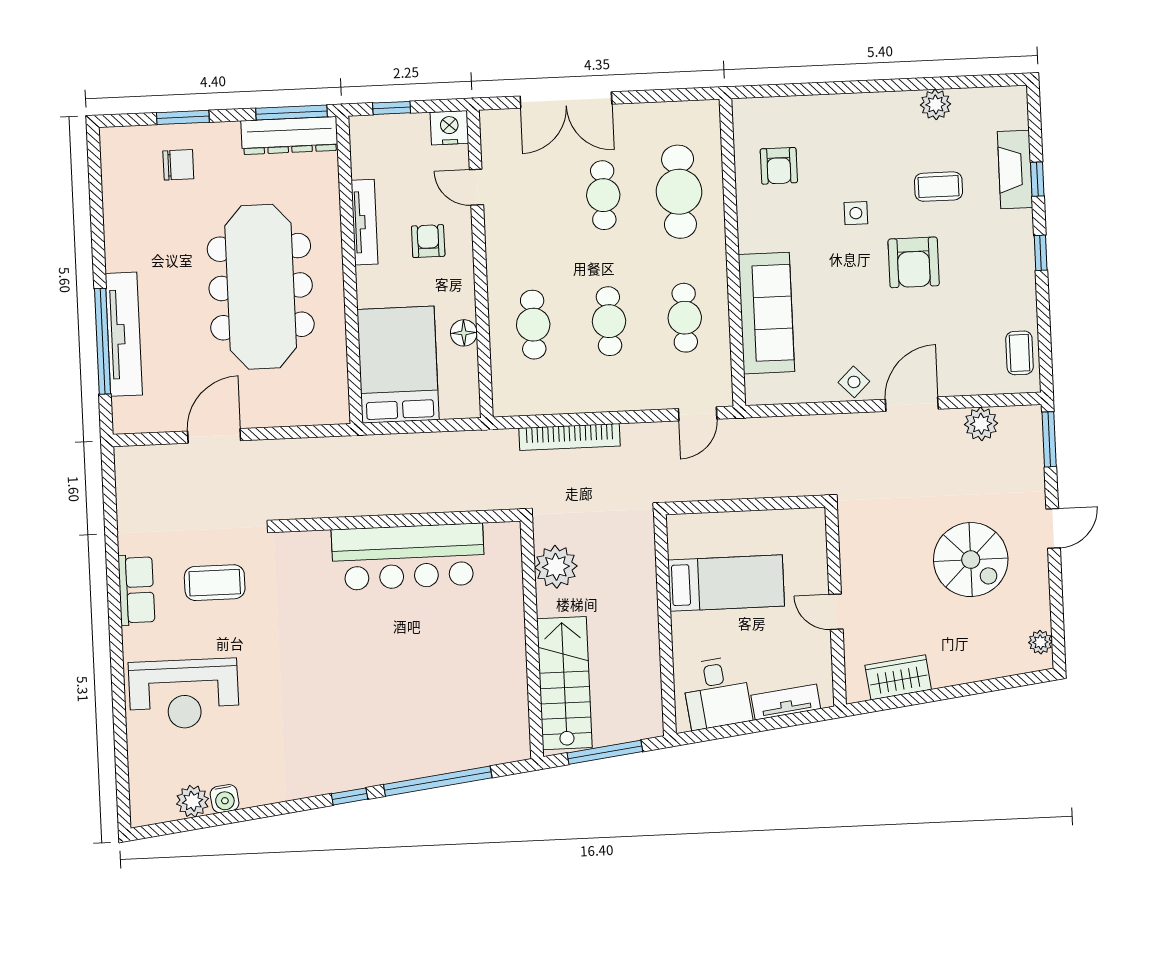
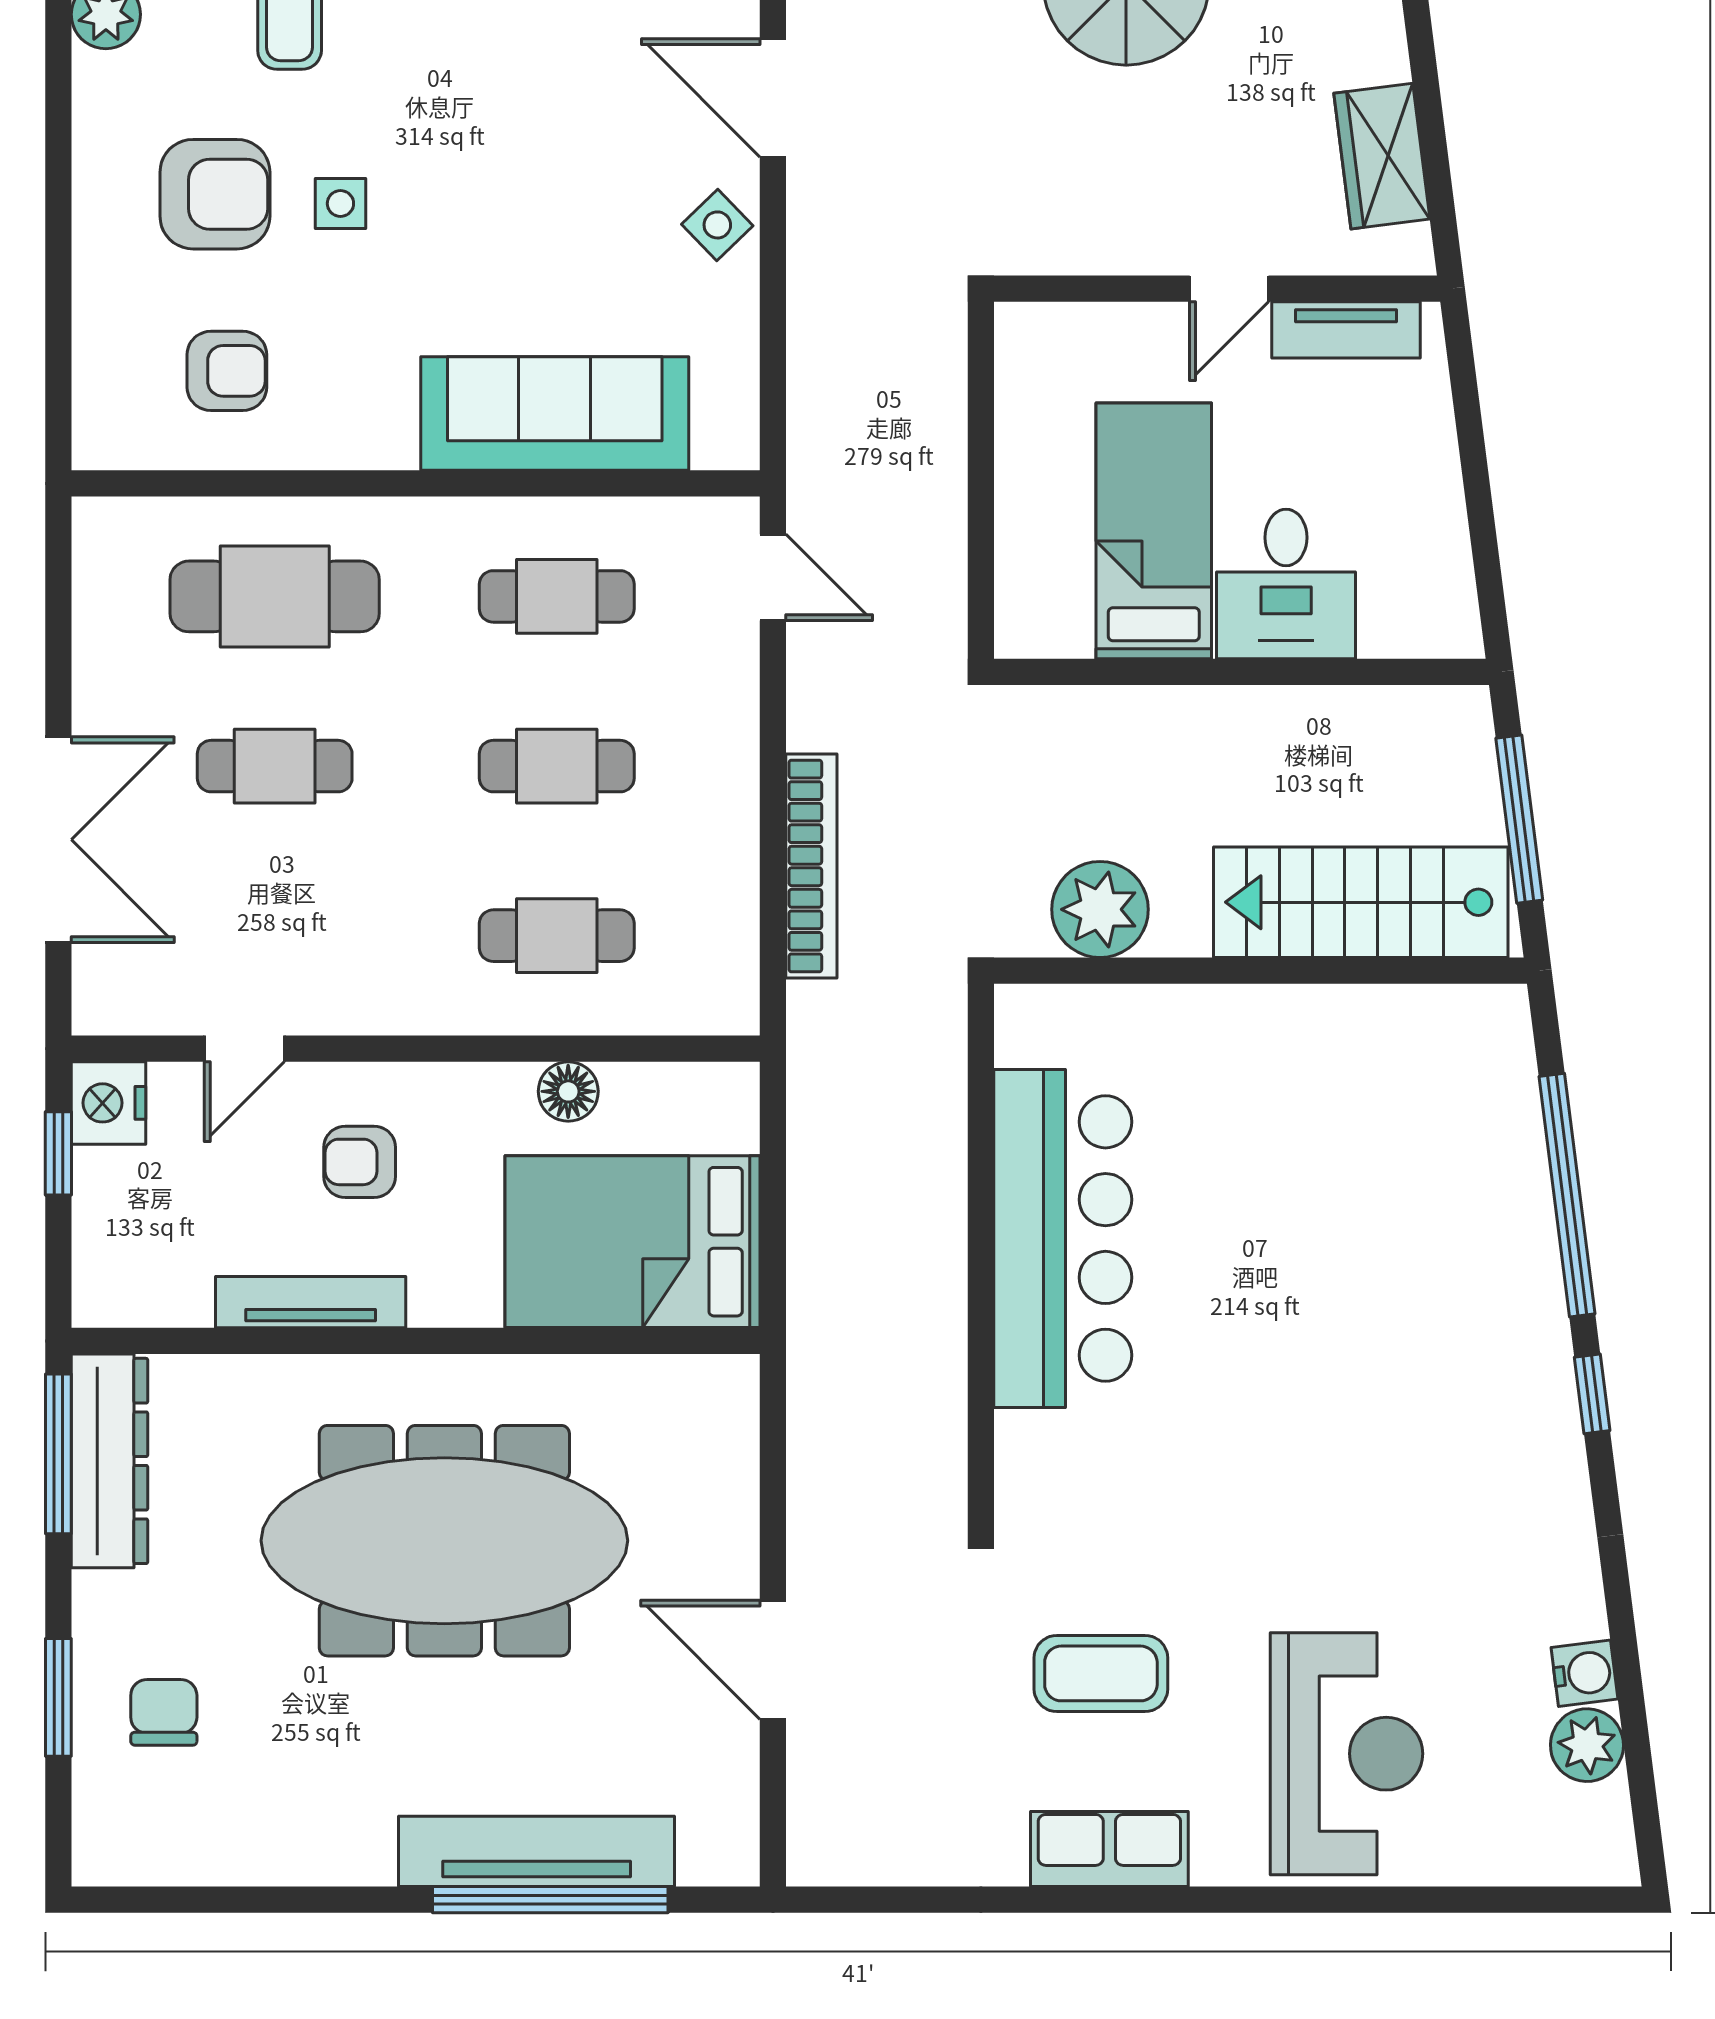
window: (392, 108) -> (58, 1153), moved
armchair: (914, 262) -> (215, 194), moved
coffee table: (215, 583) -> (1101, 1673), turned 90
desk: (717, 693) -> (1286, 584), moved, turned 97
tv unit: (786, 702) -> (1346, 330), moved, turned -83

